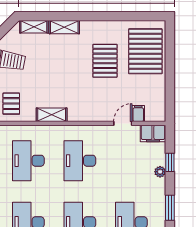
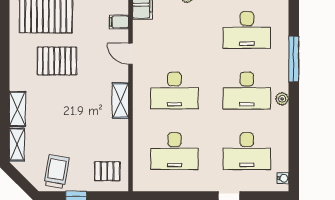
shelving: (52, 115) -> (120, 101), moved
door: (123, 123) -> (131, 54), moved

